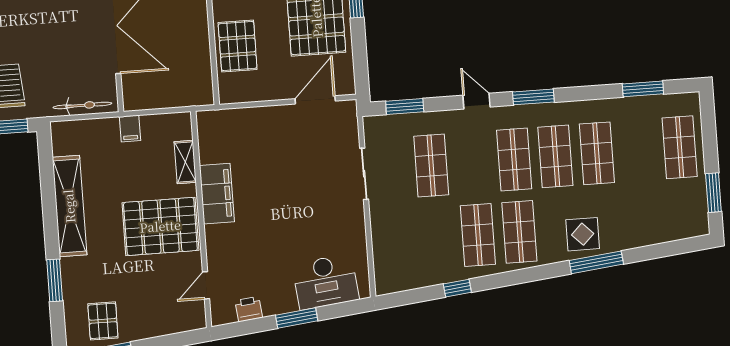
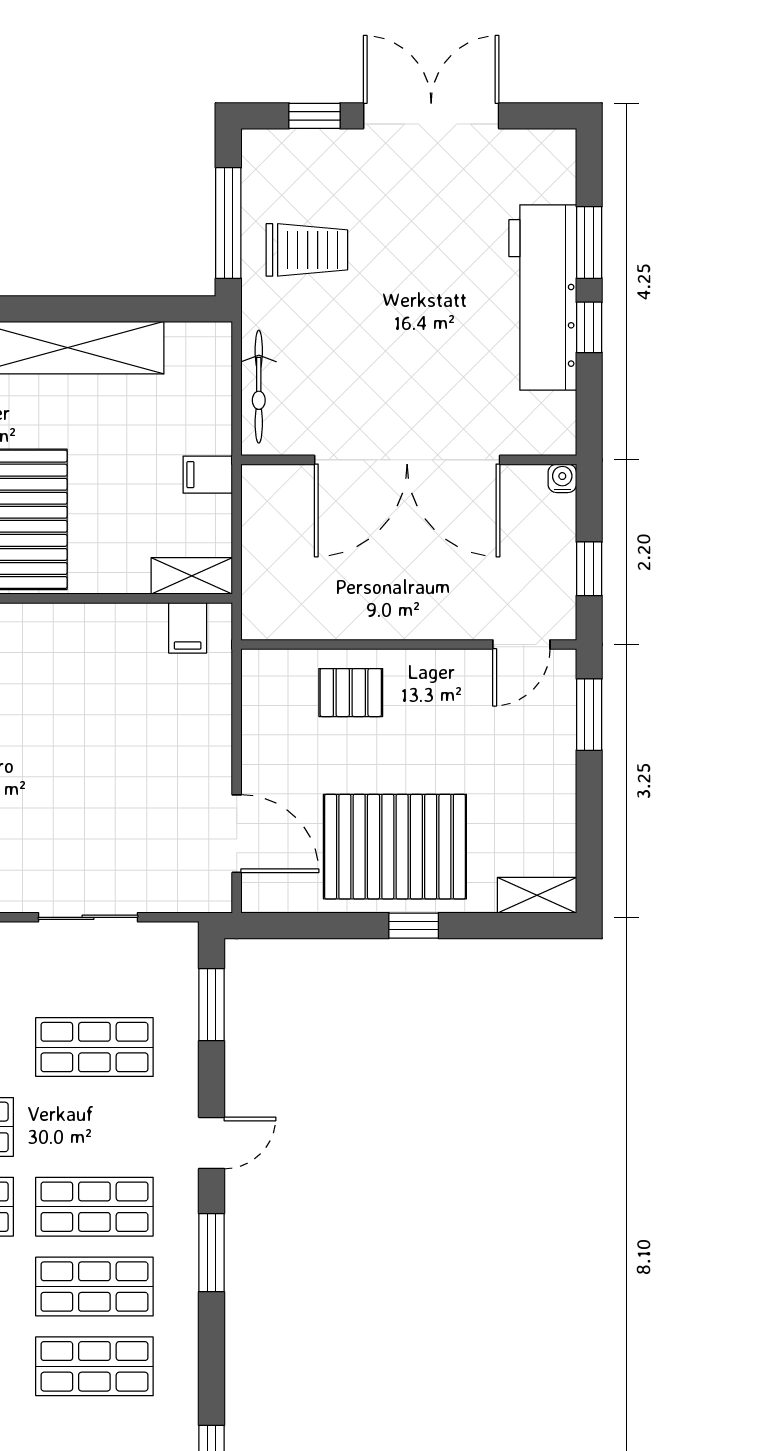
pallet: (238, 46) -> (351, 693), width x0.67, depth x0.71
shelving: (185, 162) -> (192, 576), moved
filing cabinet: (217, 194) -> (188, 628), moved, width x0.33, depth x0.86

